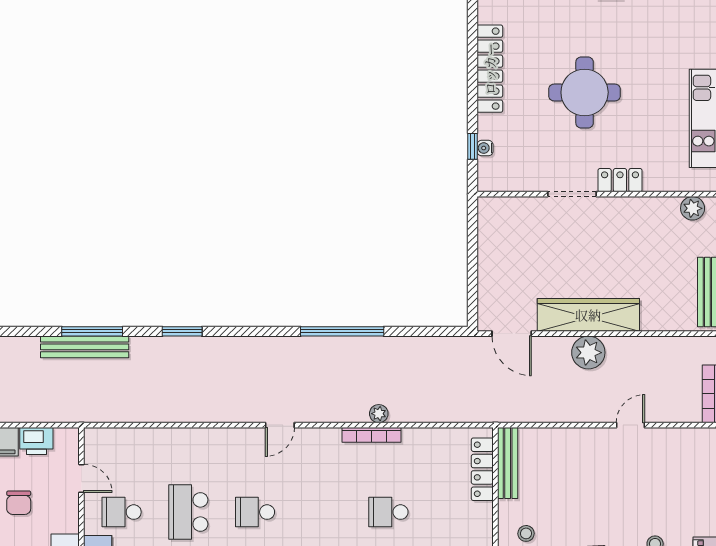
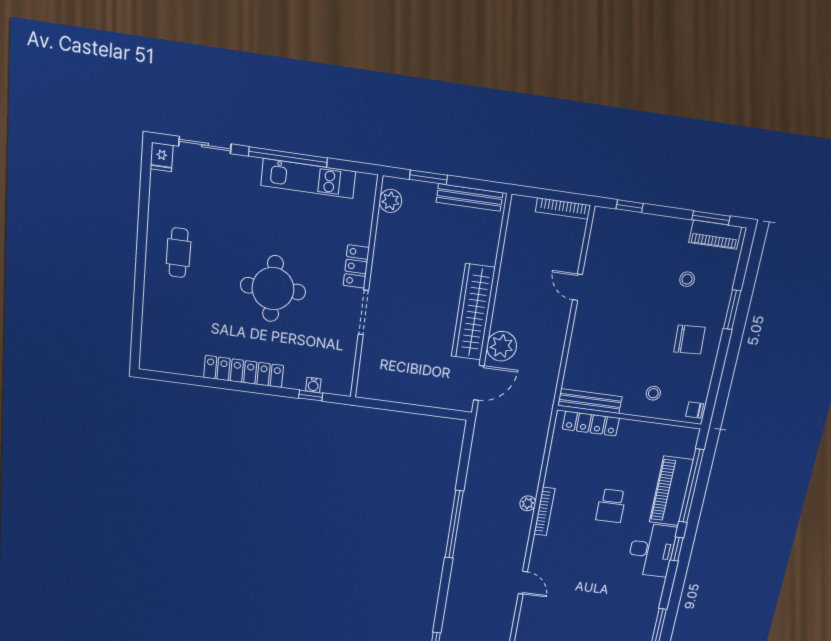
plant: (588, 353) -> (502, 346), moved
school desk: (255, 512) -> (589, 610), removed

